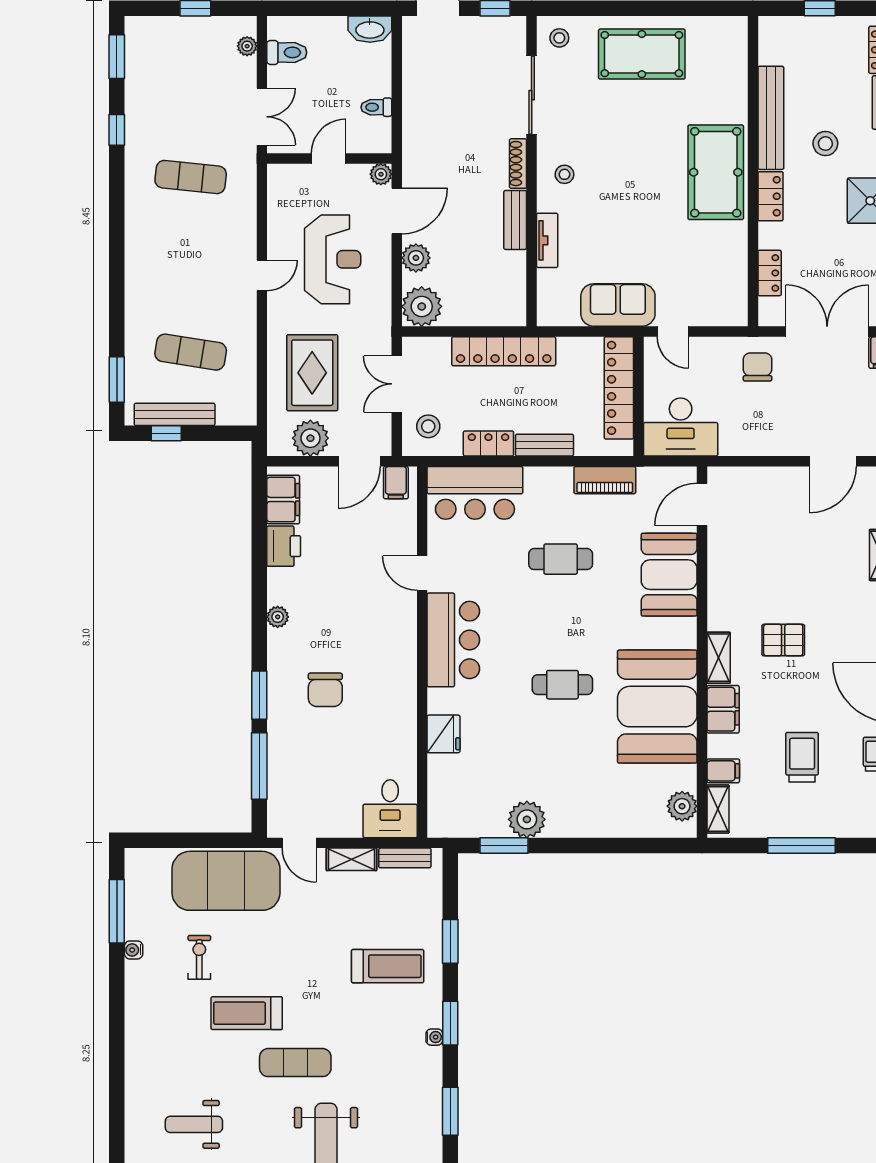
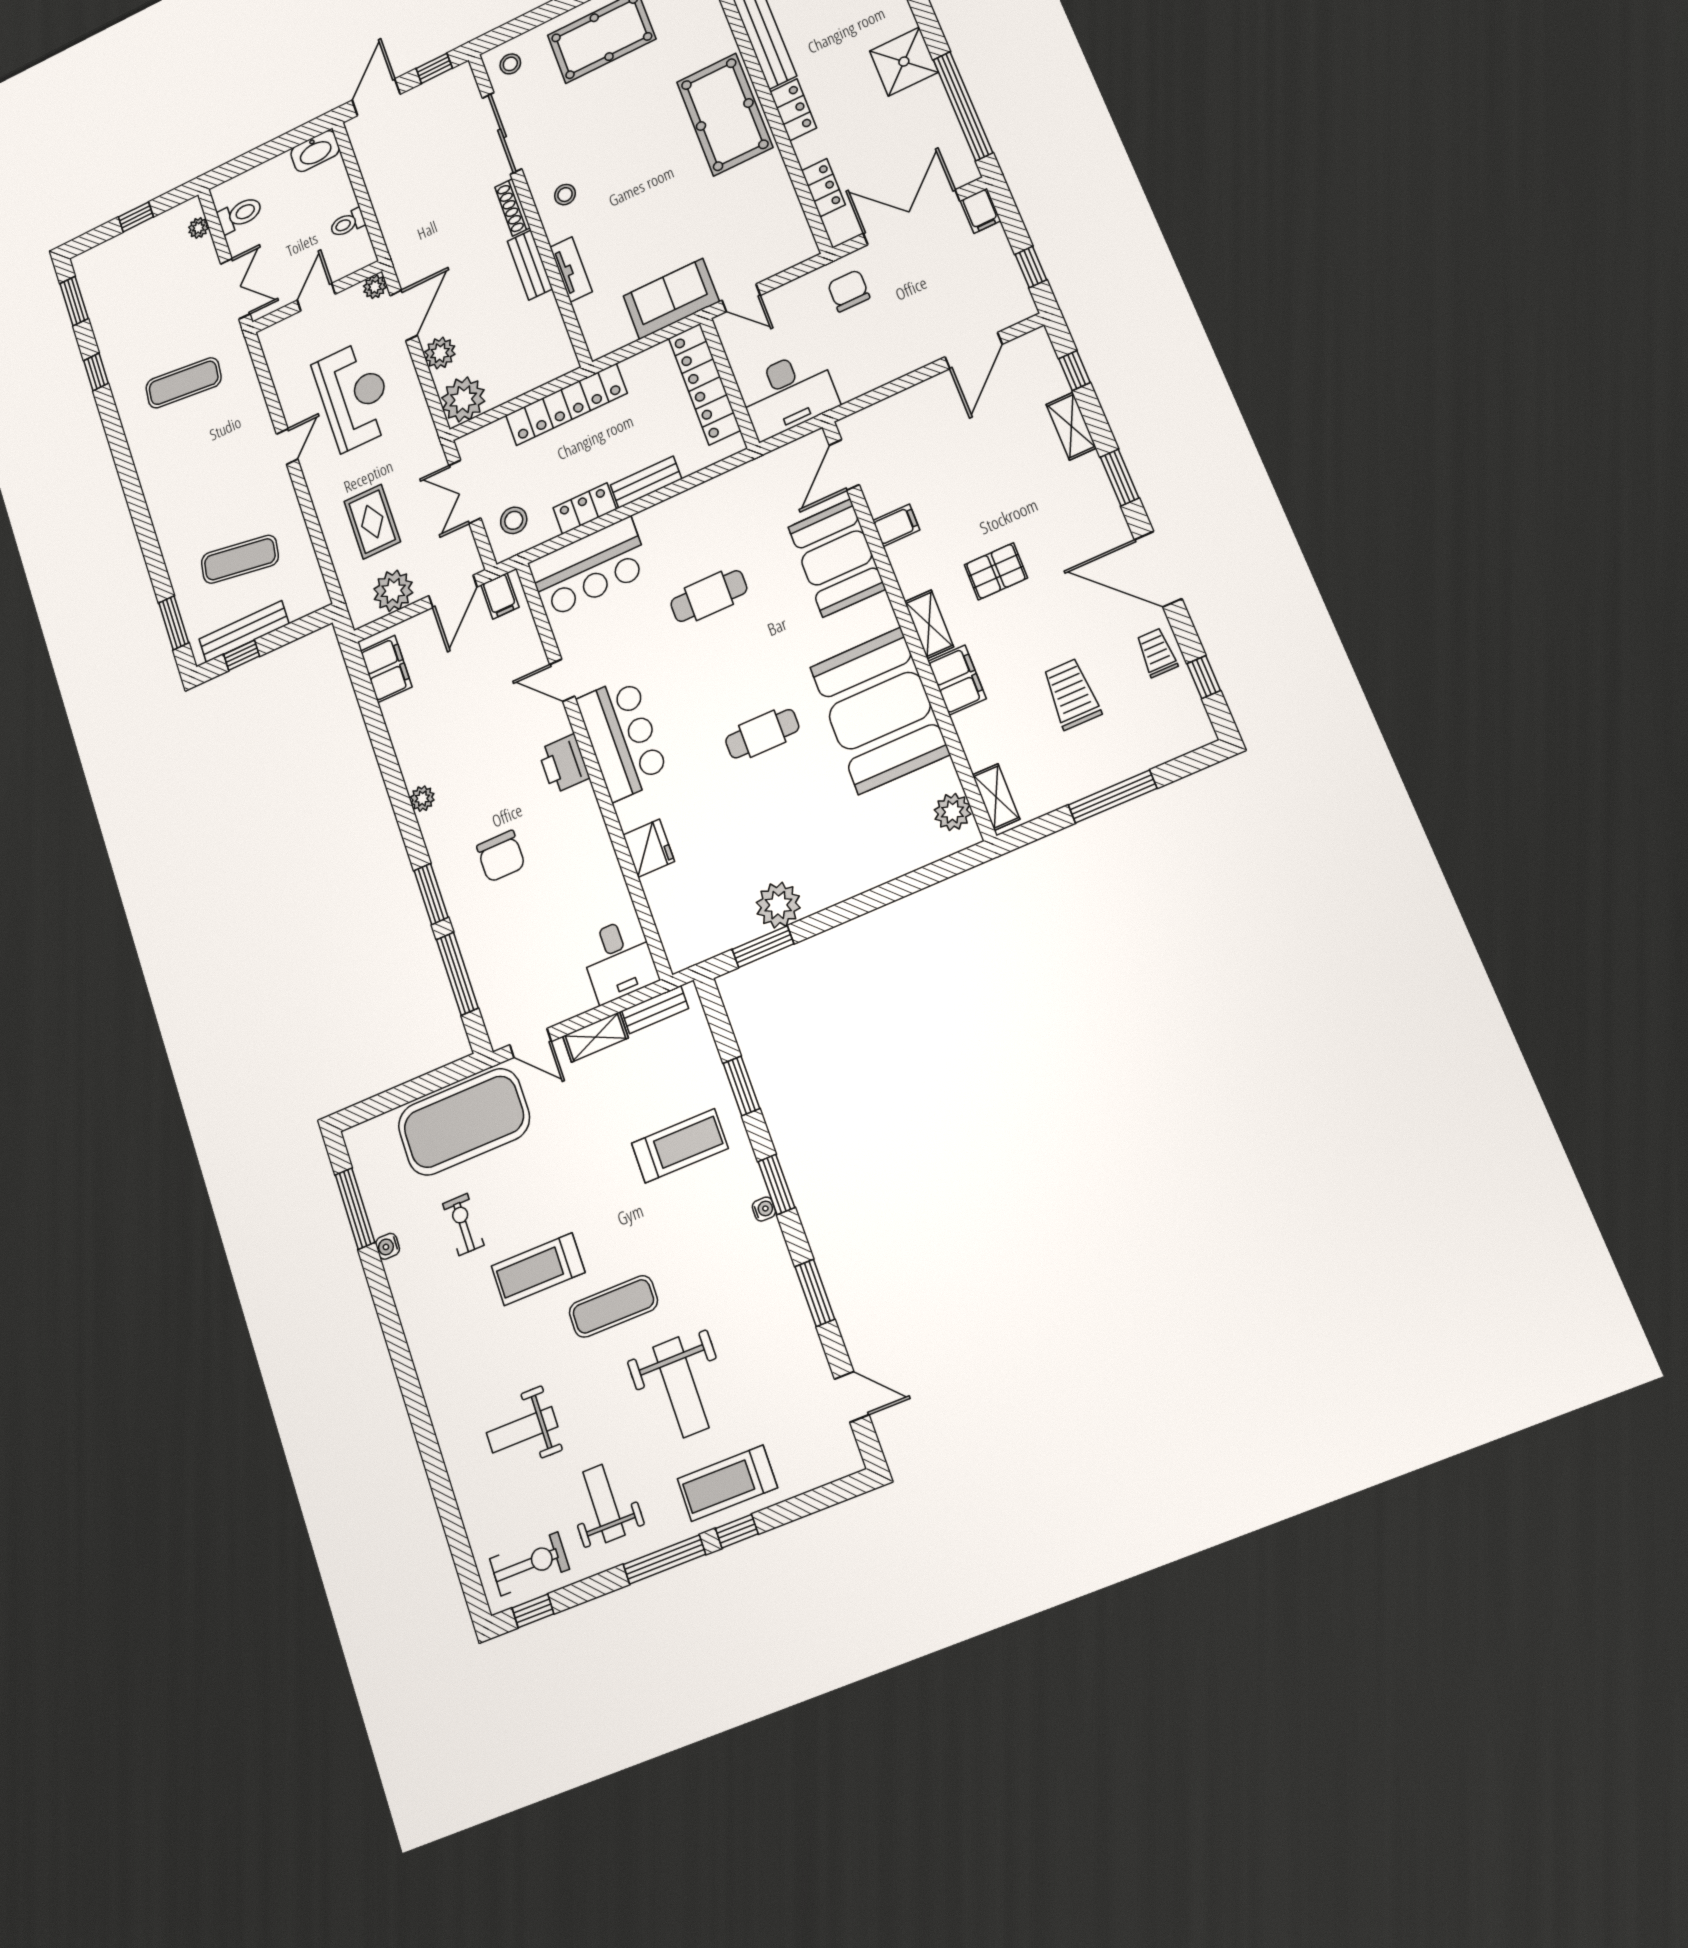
stool: (825, 144) -> (831, 29), removed
rug: (312, 373) -> (372, 522), width x0.73, depth x0.70
piano: (605, 480) -> (726, 489), removed
printer: (284, 546) -> (564, 764), moved, turned 180
filing cabinet: (723, 771) -> (896, 525), moved

